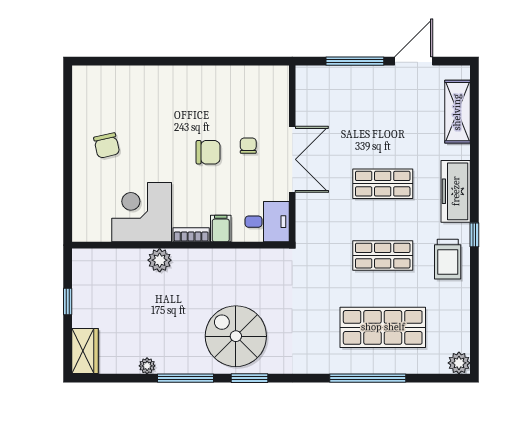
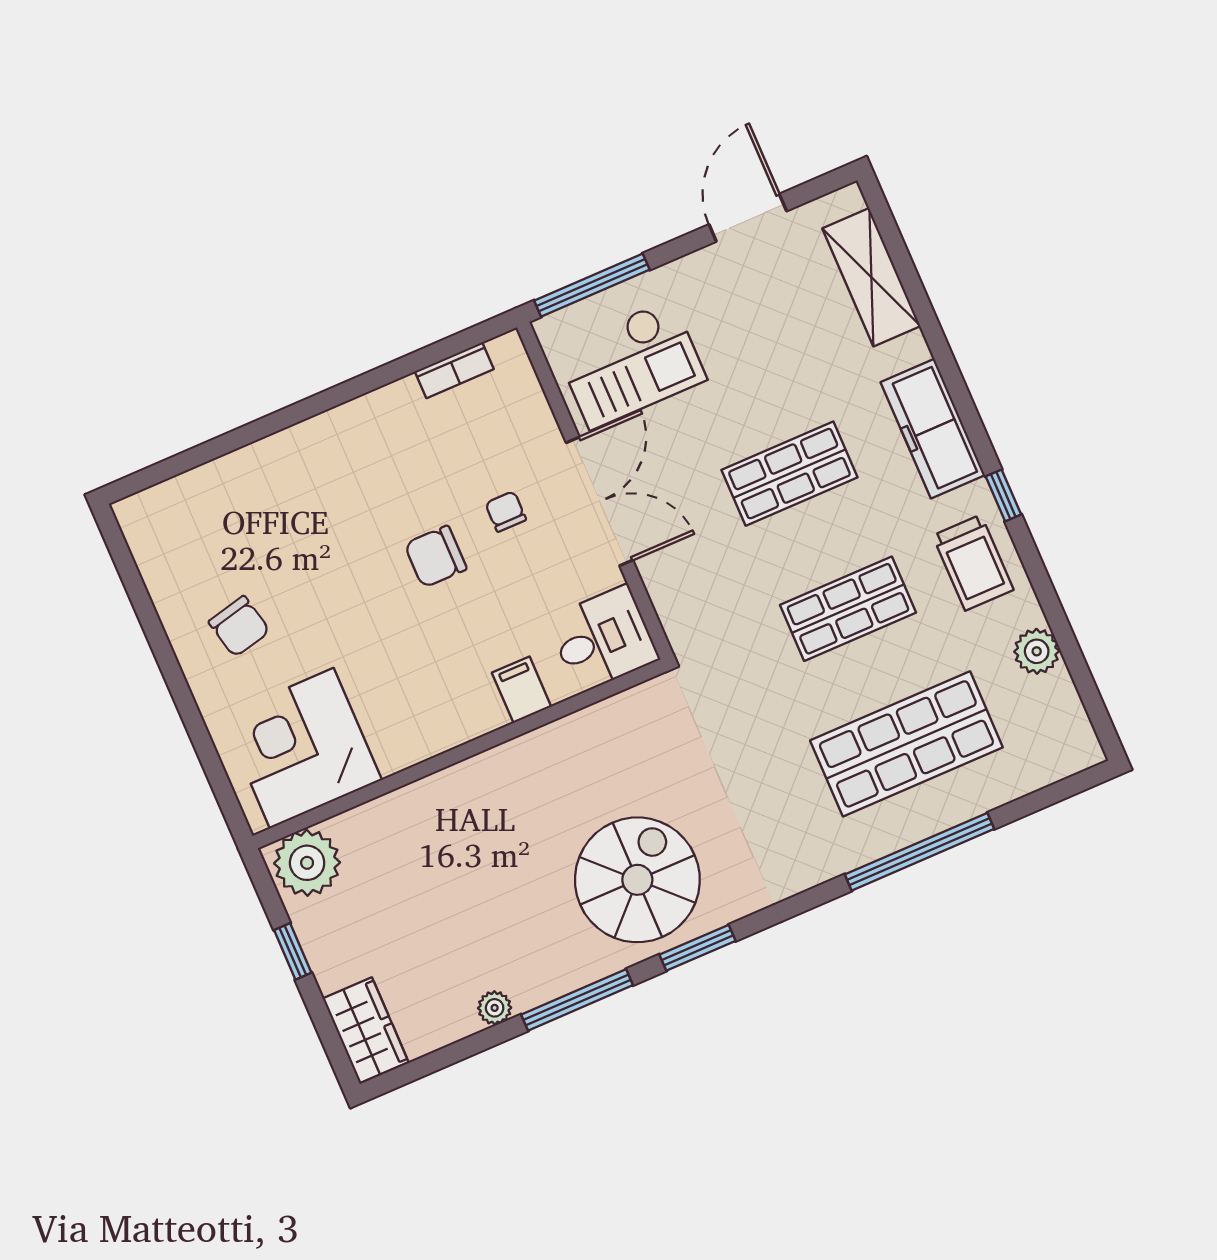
window: (355, 61) -> (592, 285), moved
checkout: (333, 104) -> (631, 364), added
chair: (208, 152) -> (436, 557), turned 180
corner desk: (142, 212) -> (302, 748), moved
bookcase: (191, 235) -> (454, 370), moved, turned 180
plant: (160, 260) -> (307, 863), moved, width x1.36, depth x1.36
spiral stairs: (236, 336) -> (637, 880), turned 90
plant: (459, 363) -> (1037, 651), moved

